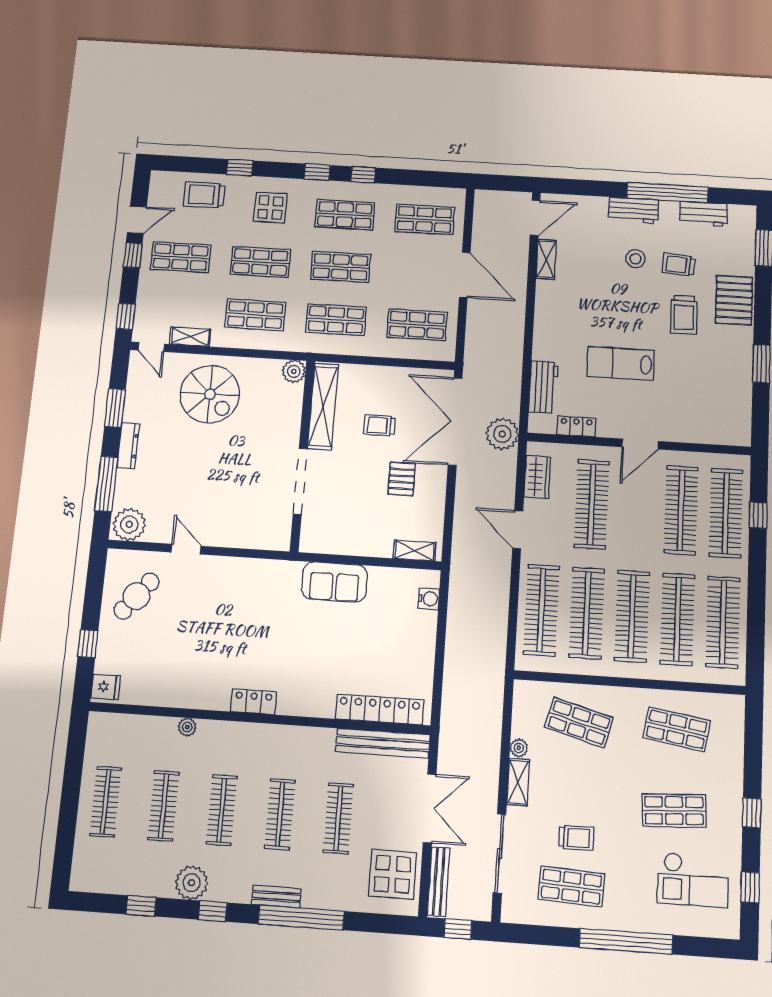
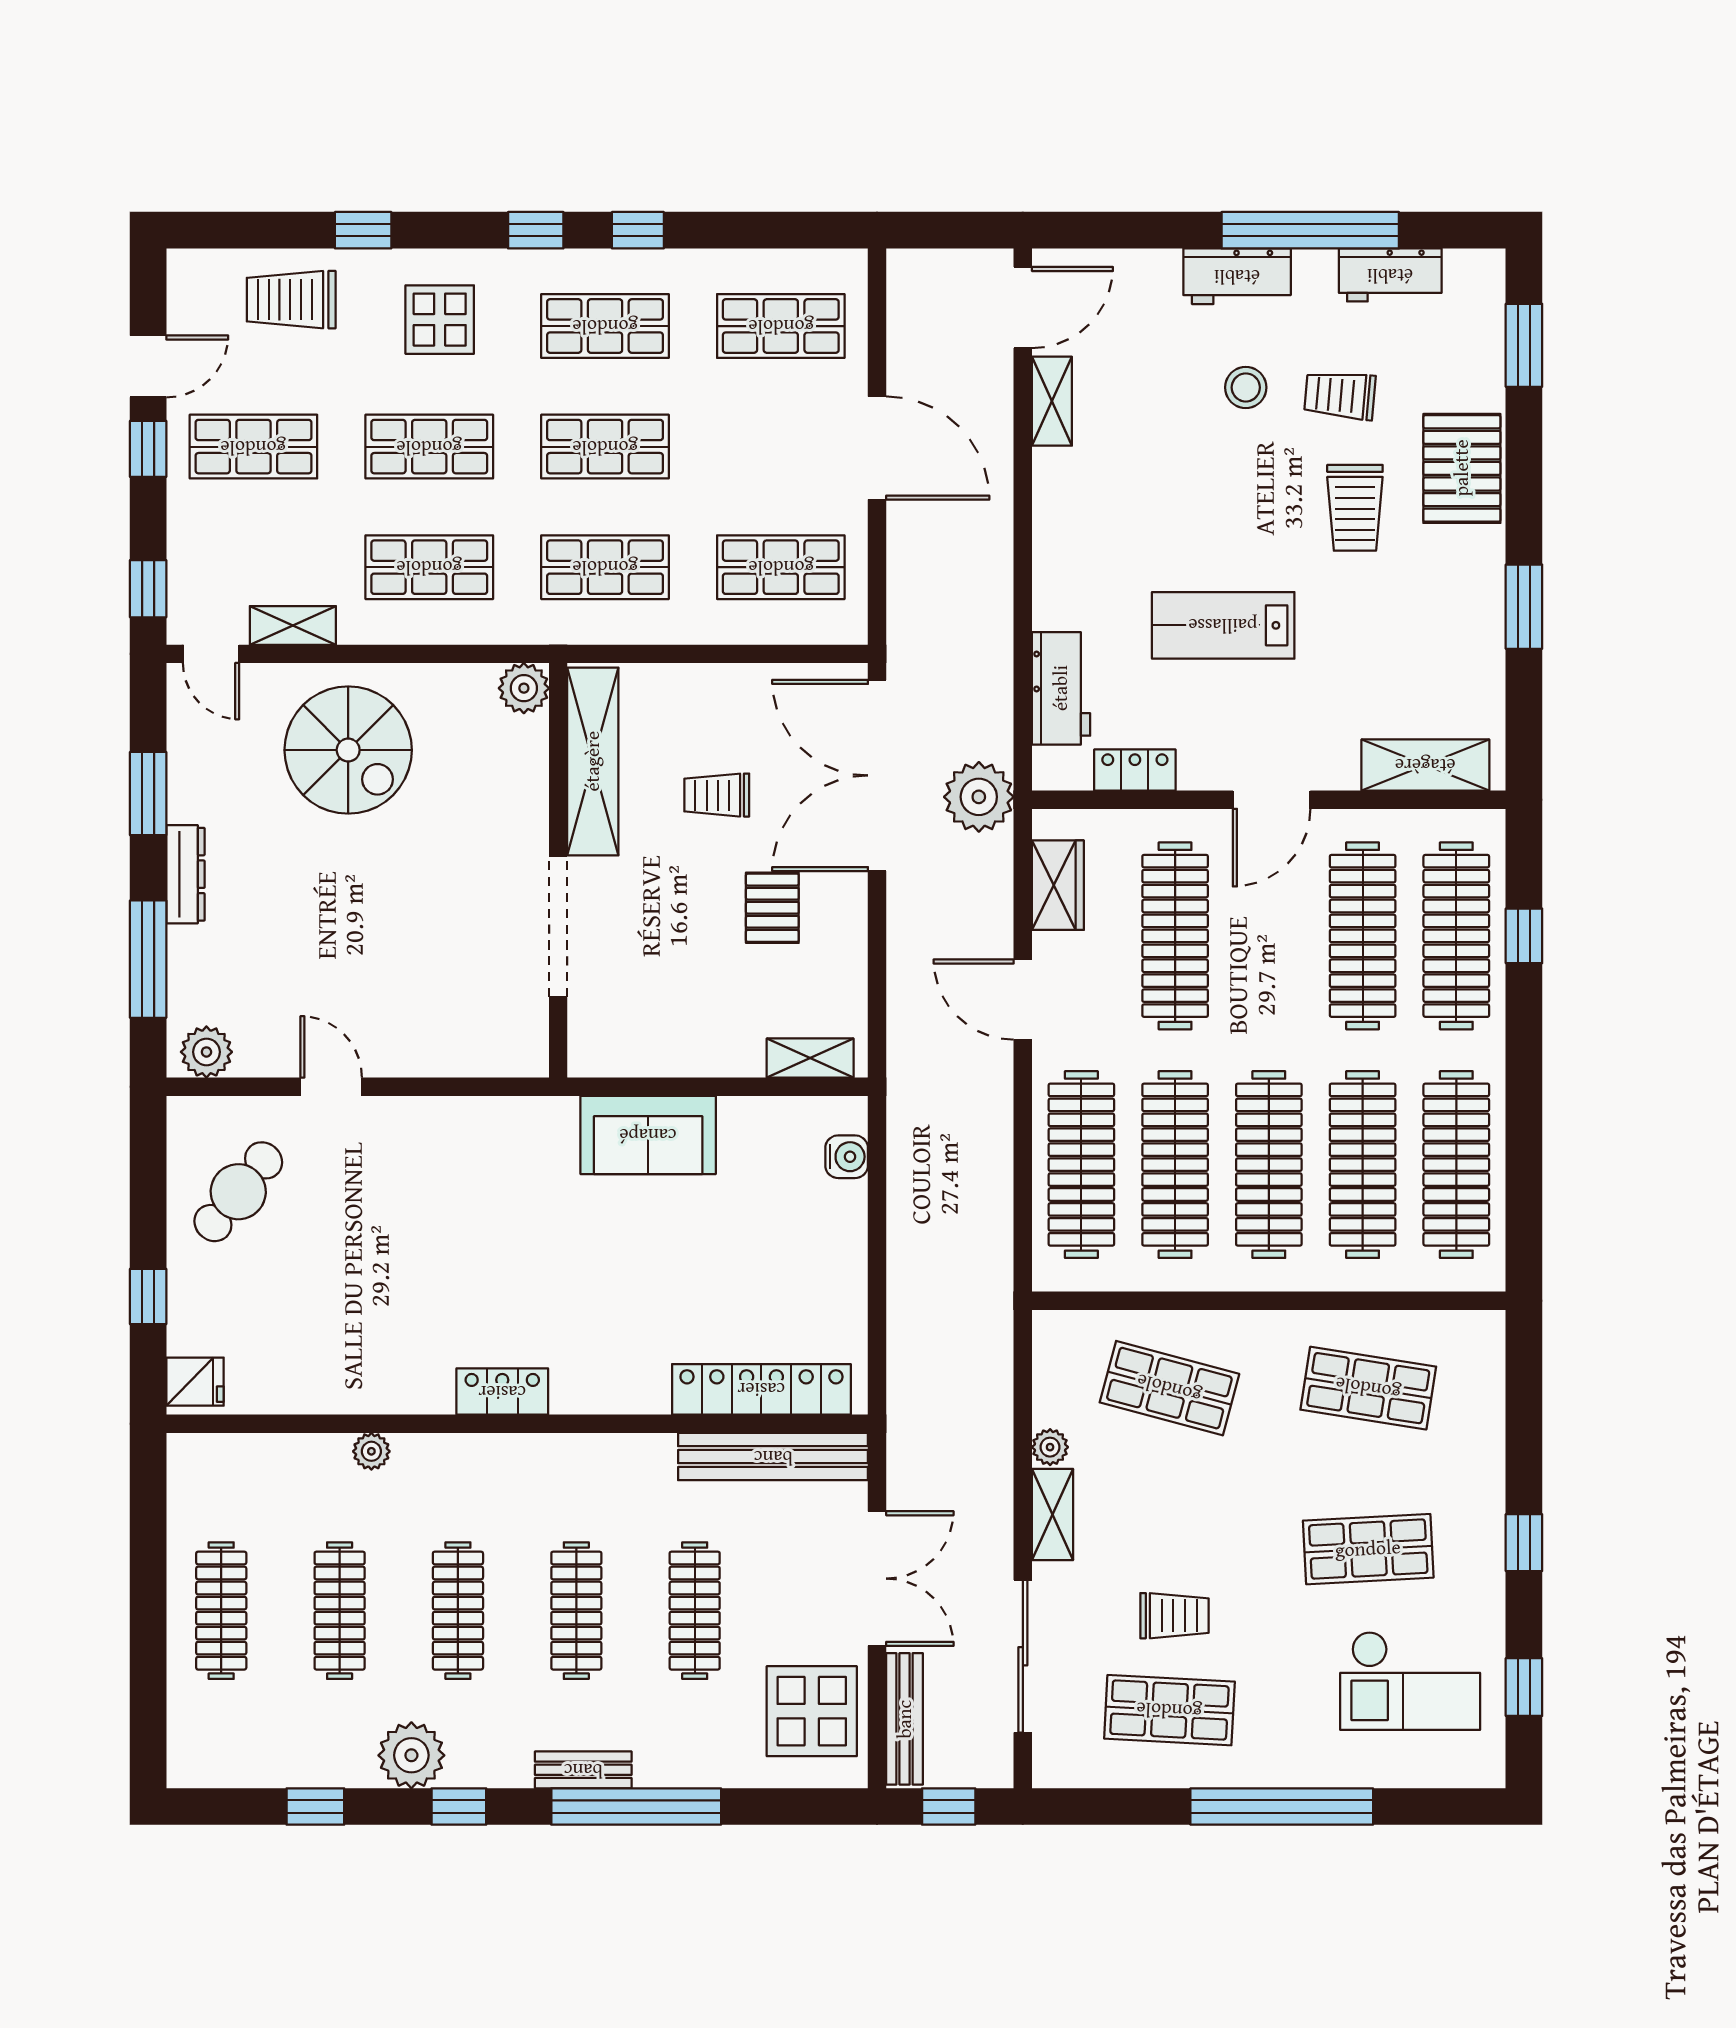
shelving: (713, 433) -> (1425, 765), added
plant: (129, 525) -> (206, 1052), width x0.73, depth x0.73

